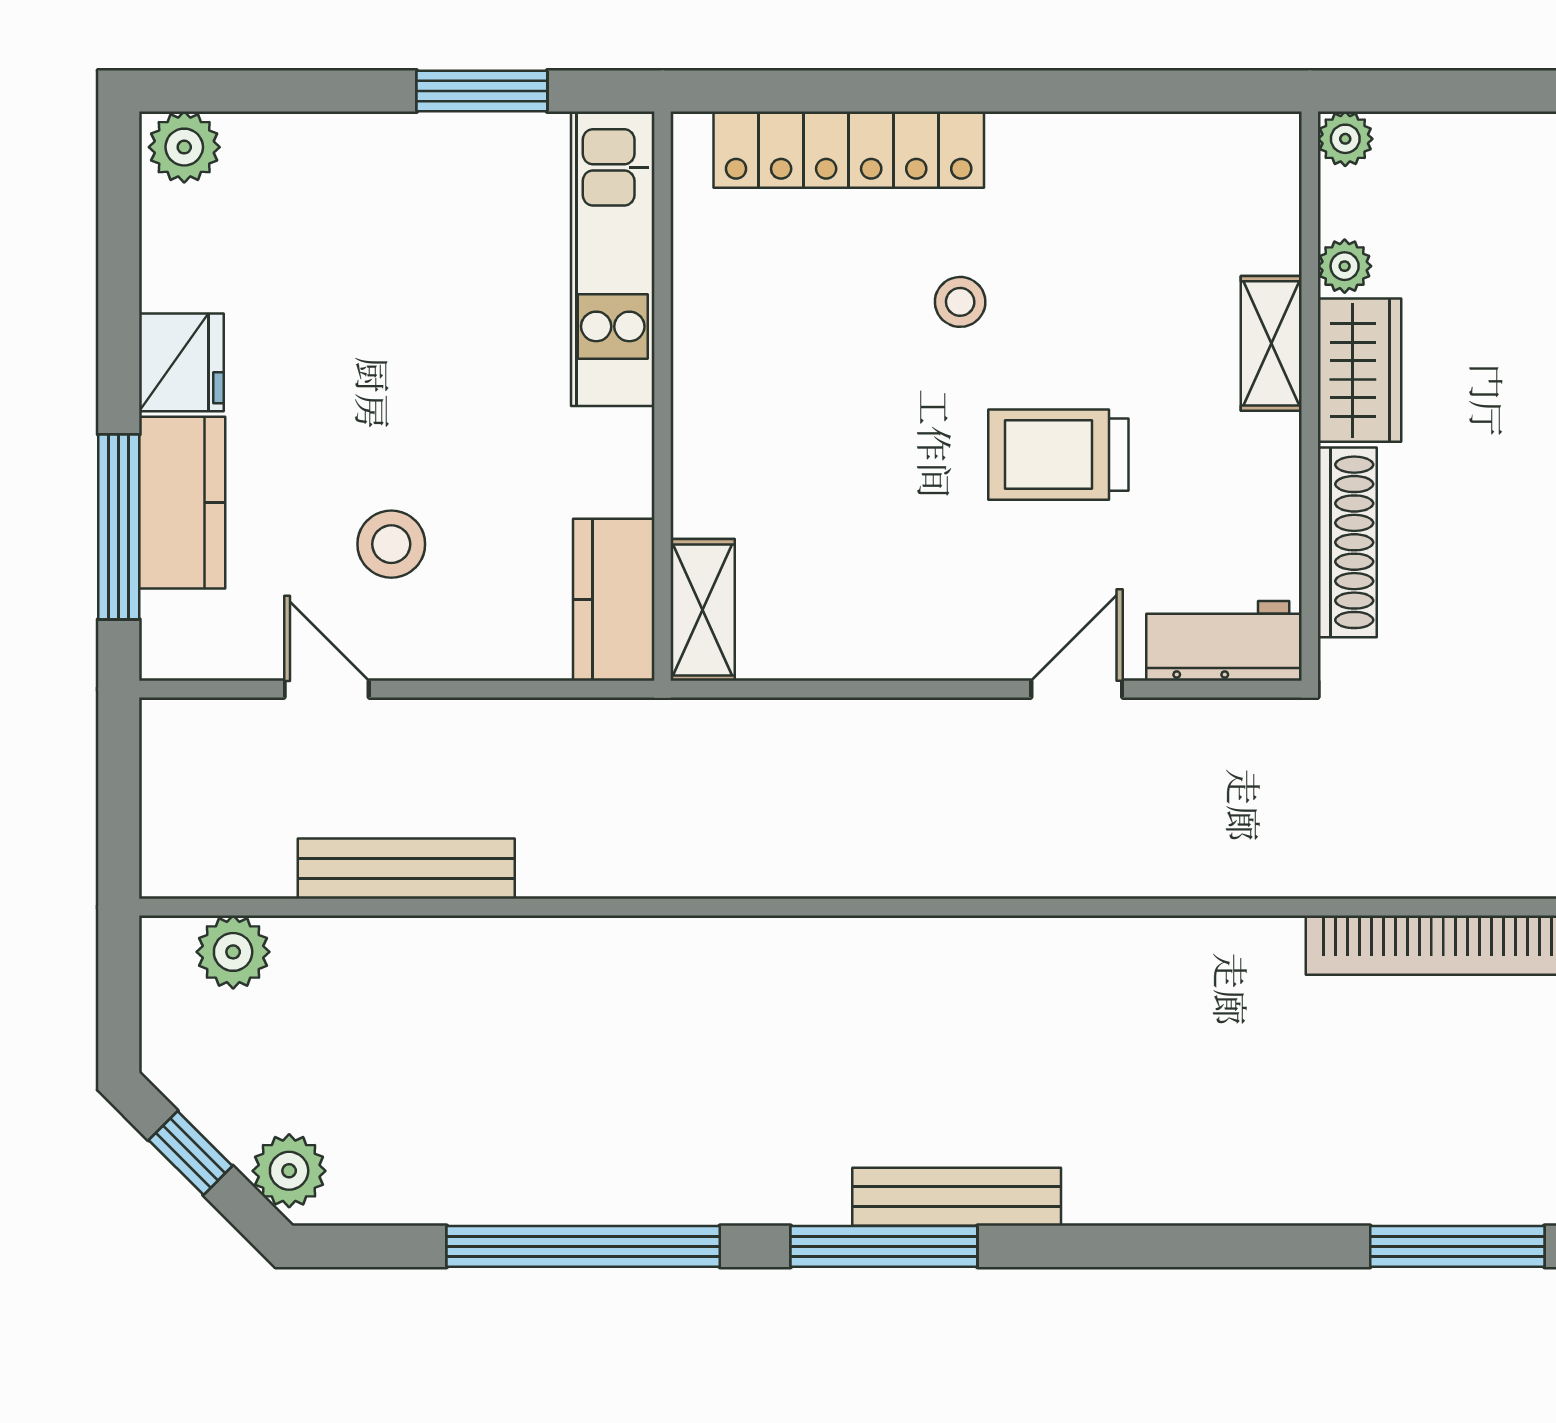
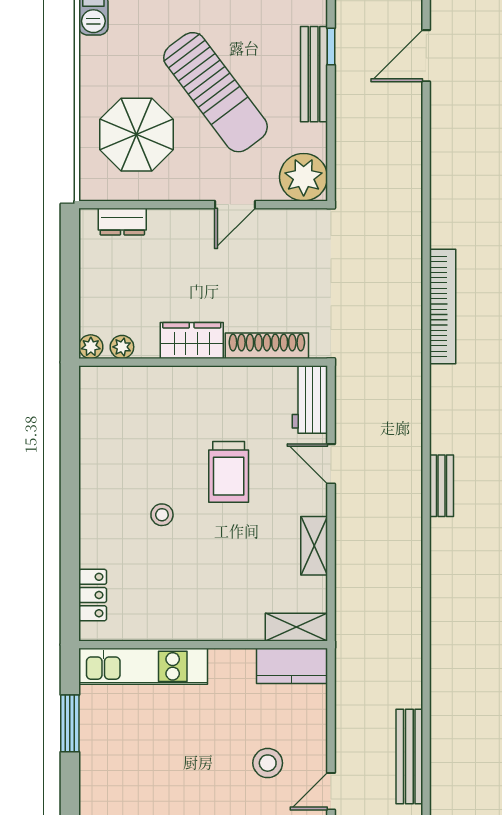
locker: (849, 150) -> (93, 595), width x0.46, depth x0.83
plant: (1345, 266) -> (122, 347), moved
shelving: (1271, 343) -> (314, 546), moved, turned 90
bench: (1026, 942) -> (441, 486), added

